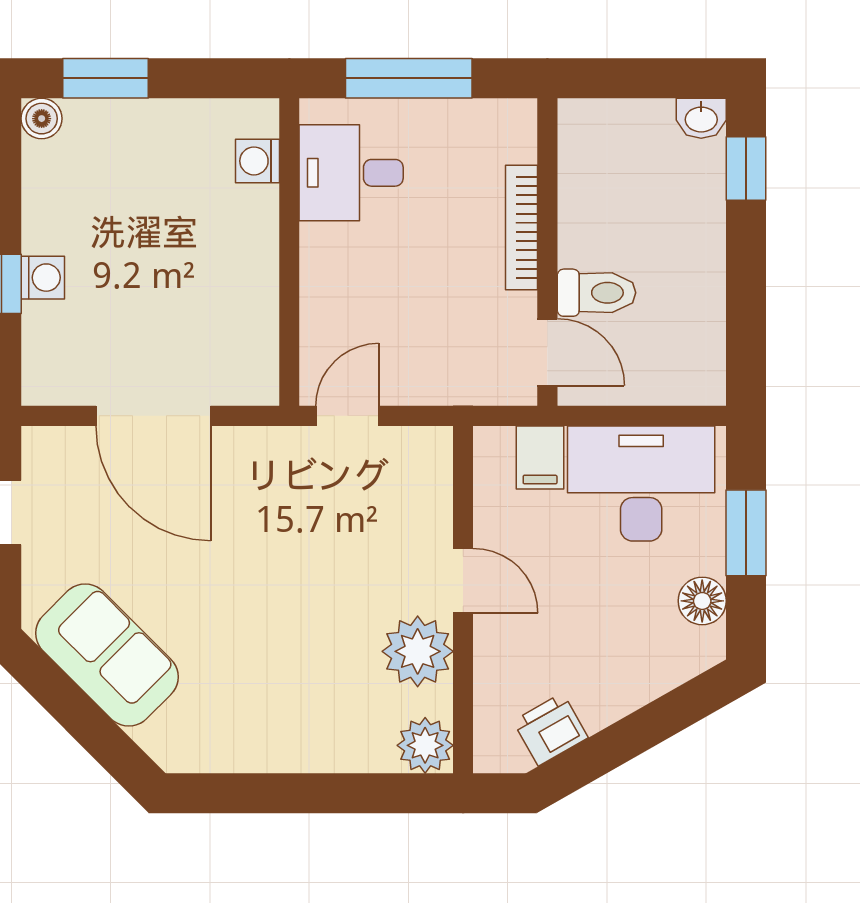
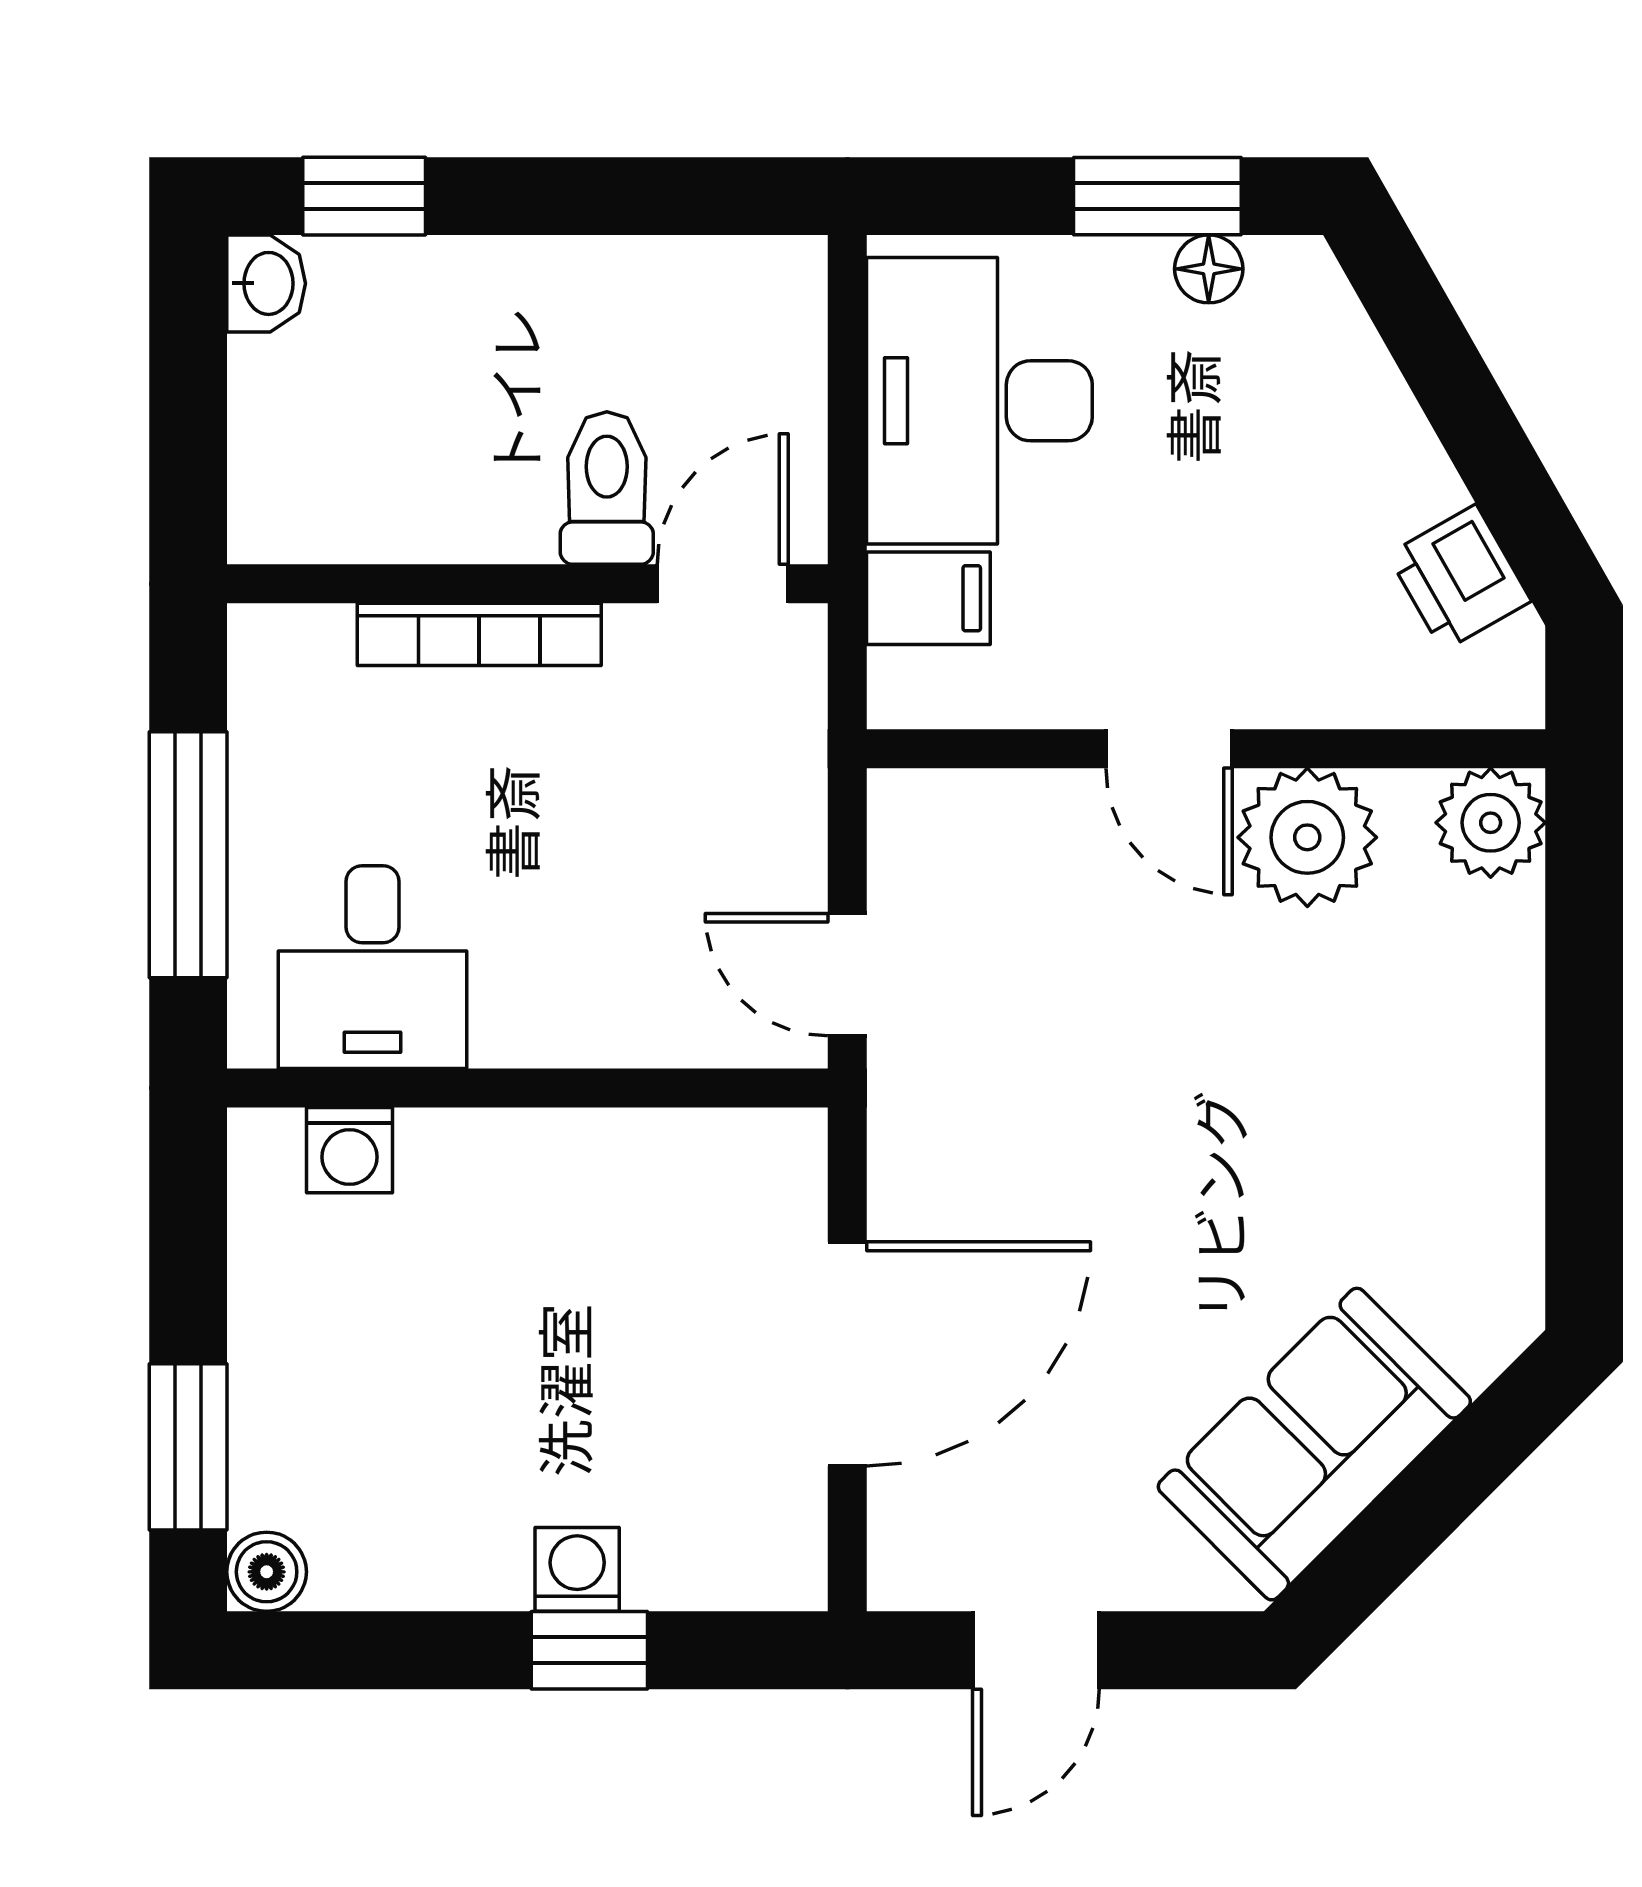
window: (746, 533) -> (1157, 196), moved
door: (463, 581) -> (1169, 749), swing flipped
floor lamp: (702, 601) -> (1209, 269), width x0.73, depth x0.73

